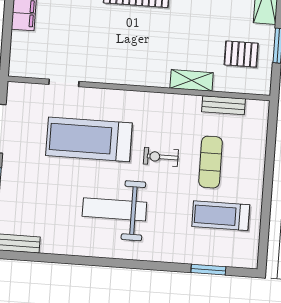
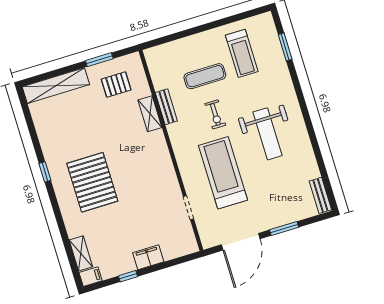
pallet: (241, 54) -> (116, 85), turned 90
bench: (223, 105) -> (166, 107), moved
treadmill: (89, 139) -> (223, 173), turned 180

